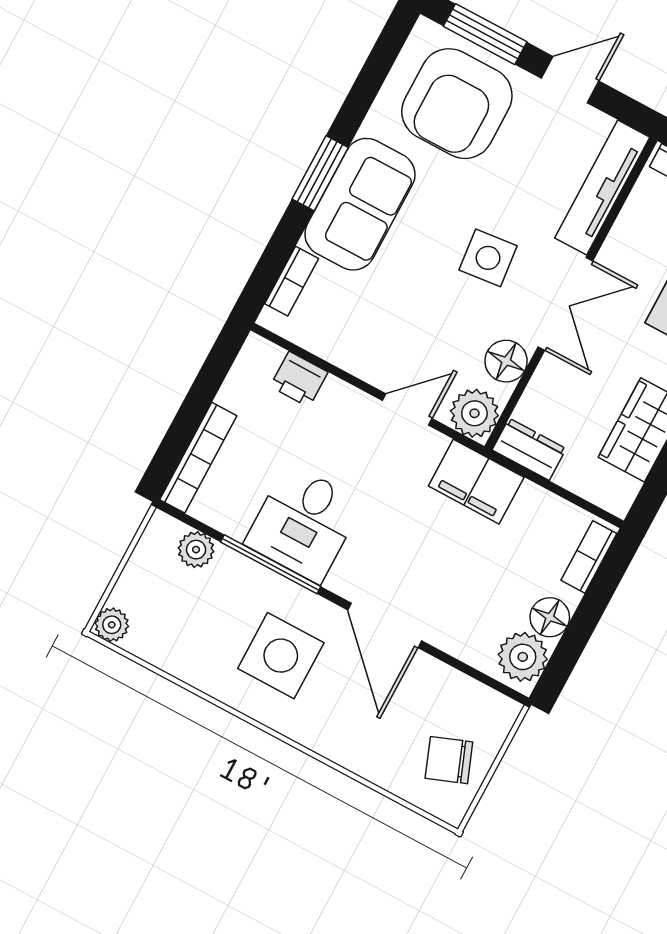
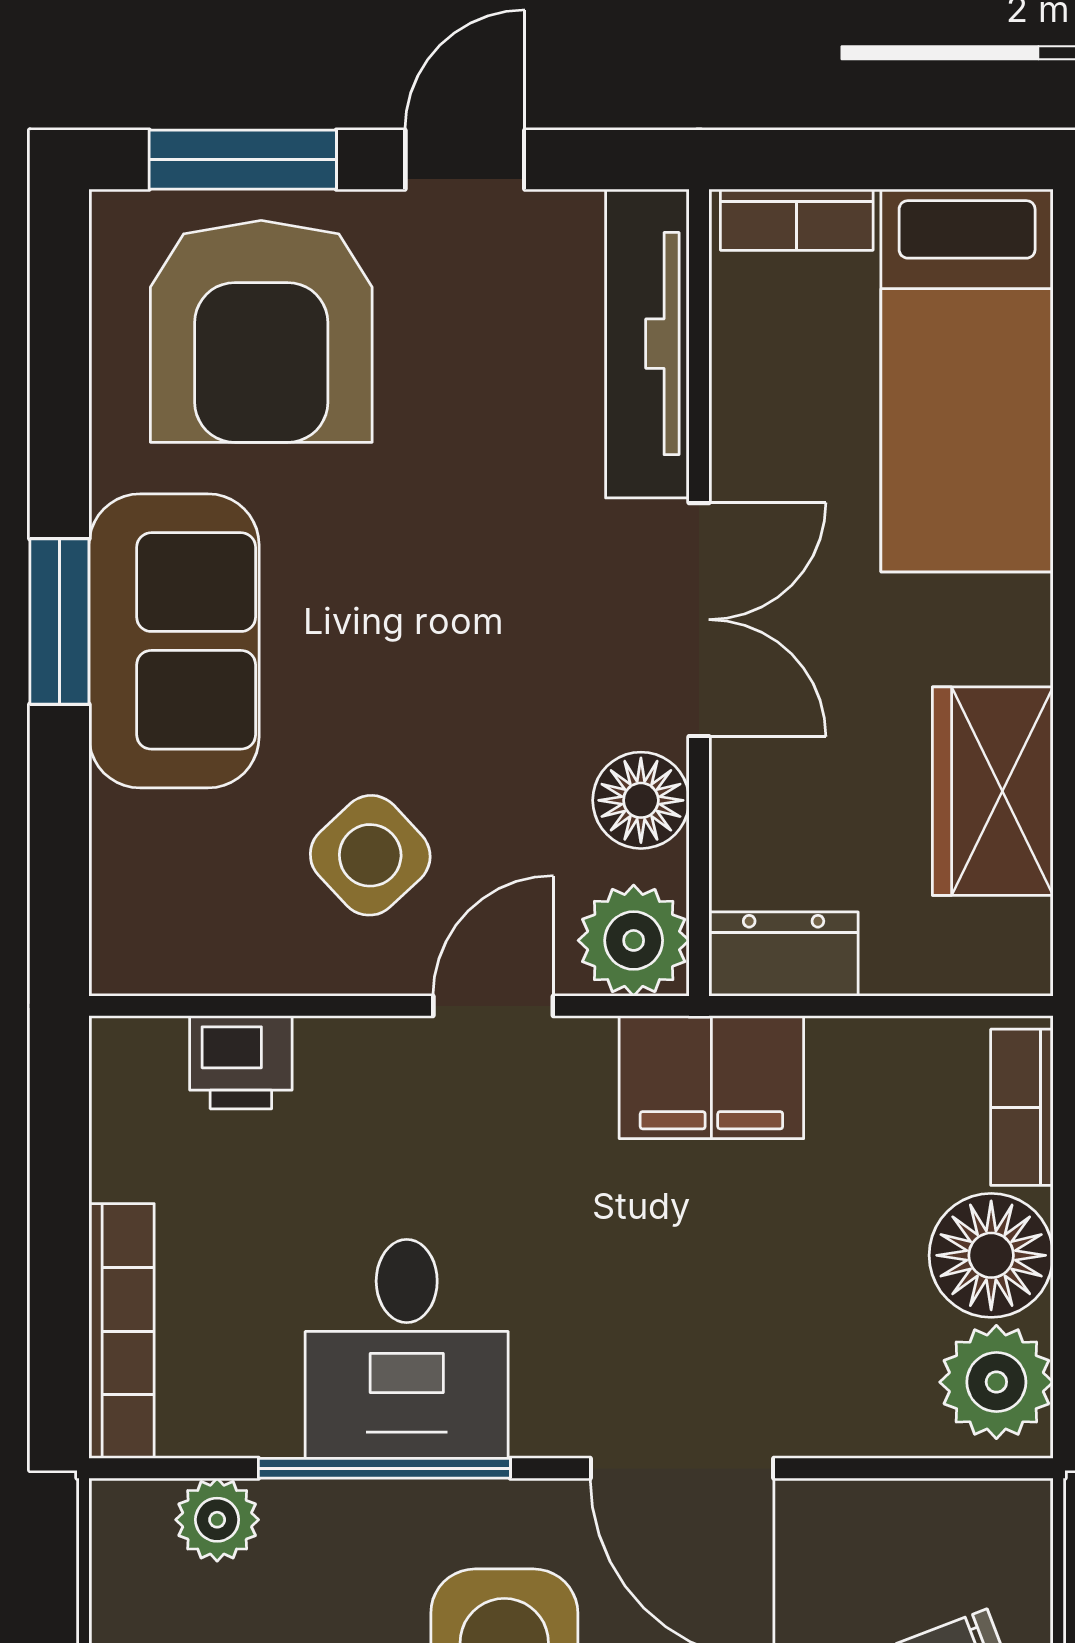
side table: (488, 258) -> (370, 855), moved, turned -37
bookcase: (292, 281) -> (119, 871), removed
floor lamp: (550, 617) -> (991, 1255), width x1.38, depth x1.38

